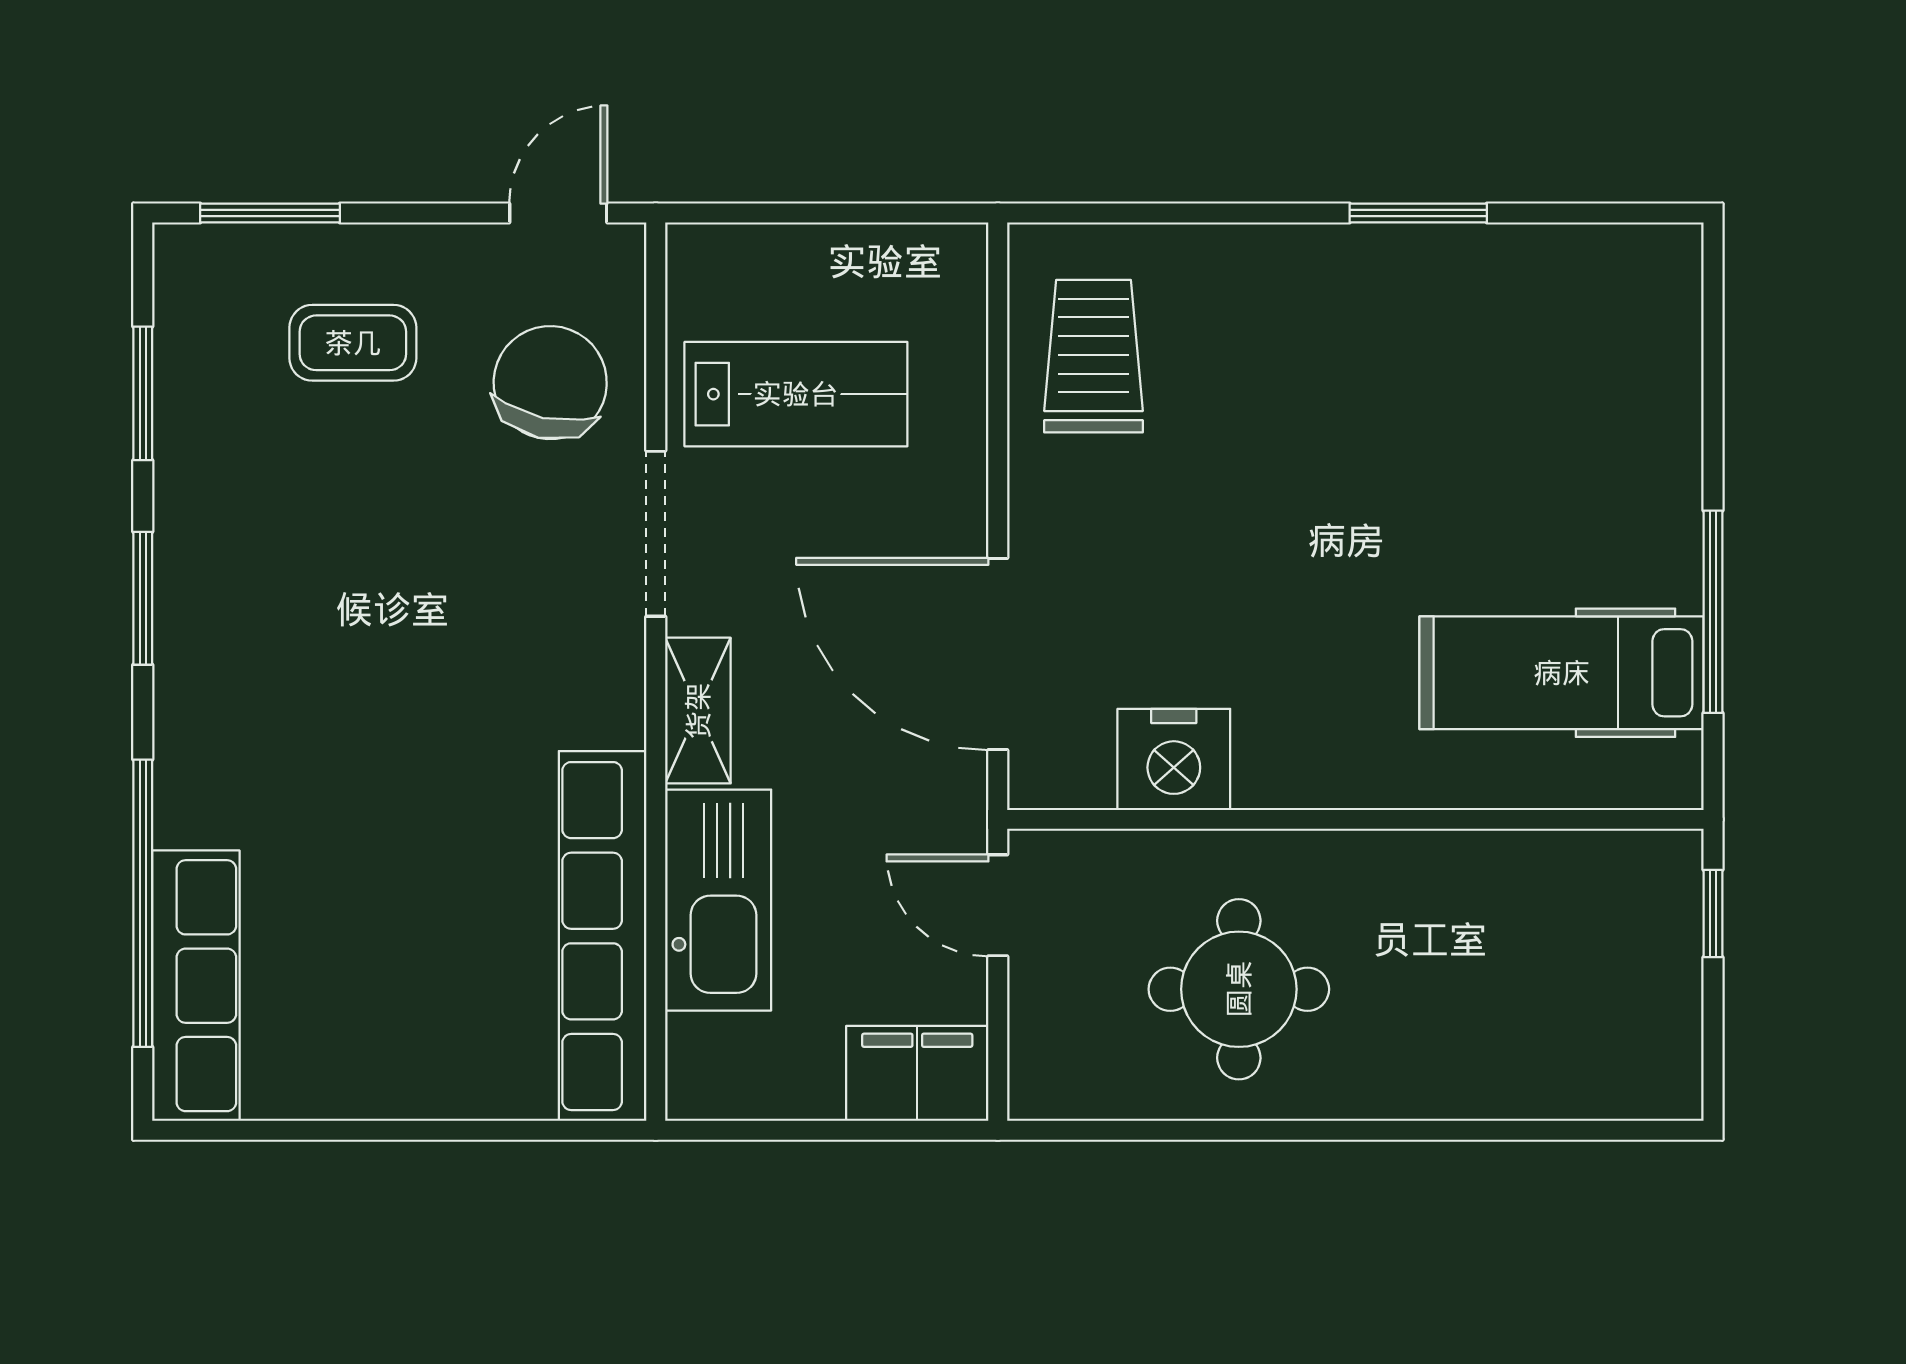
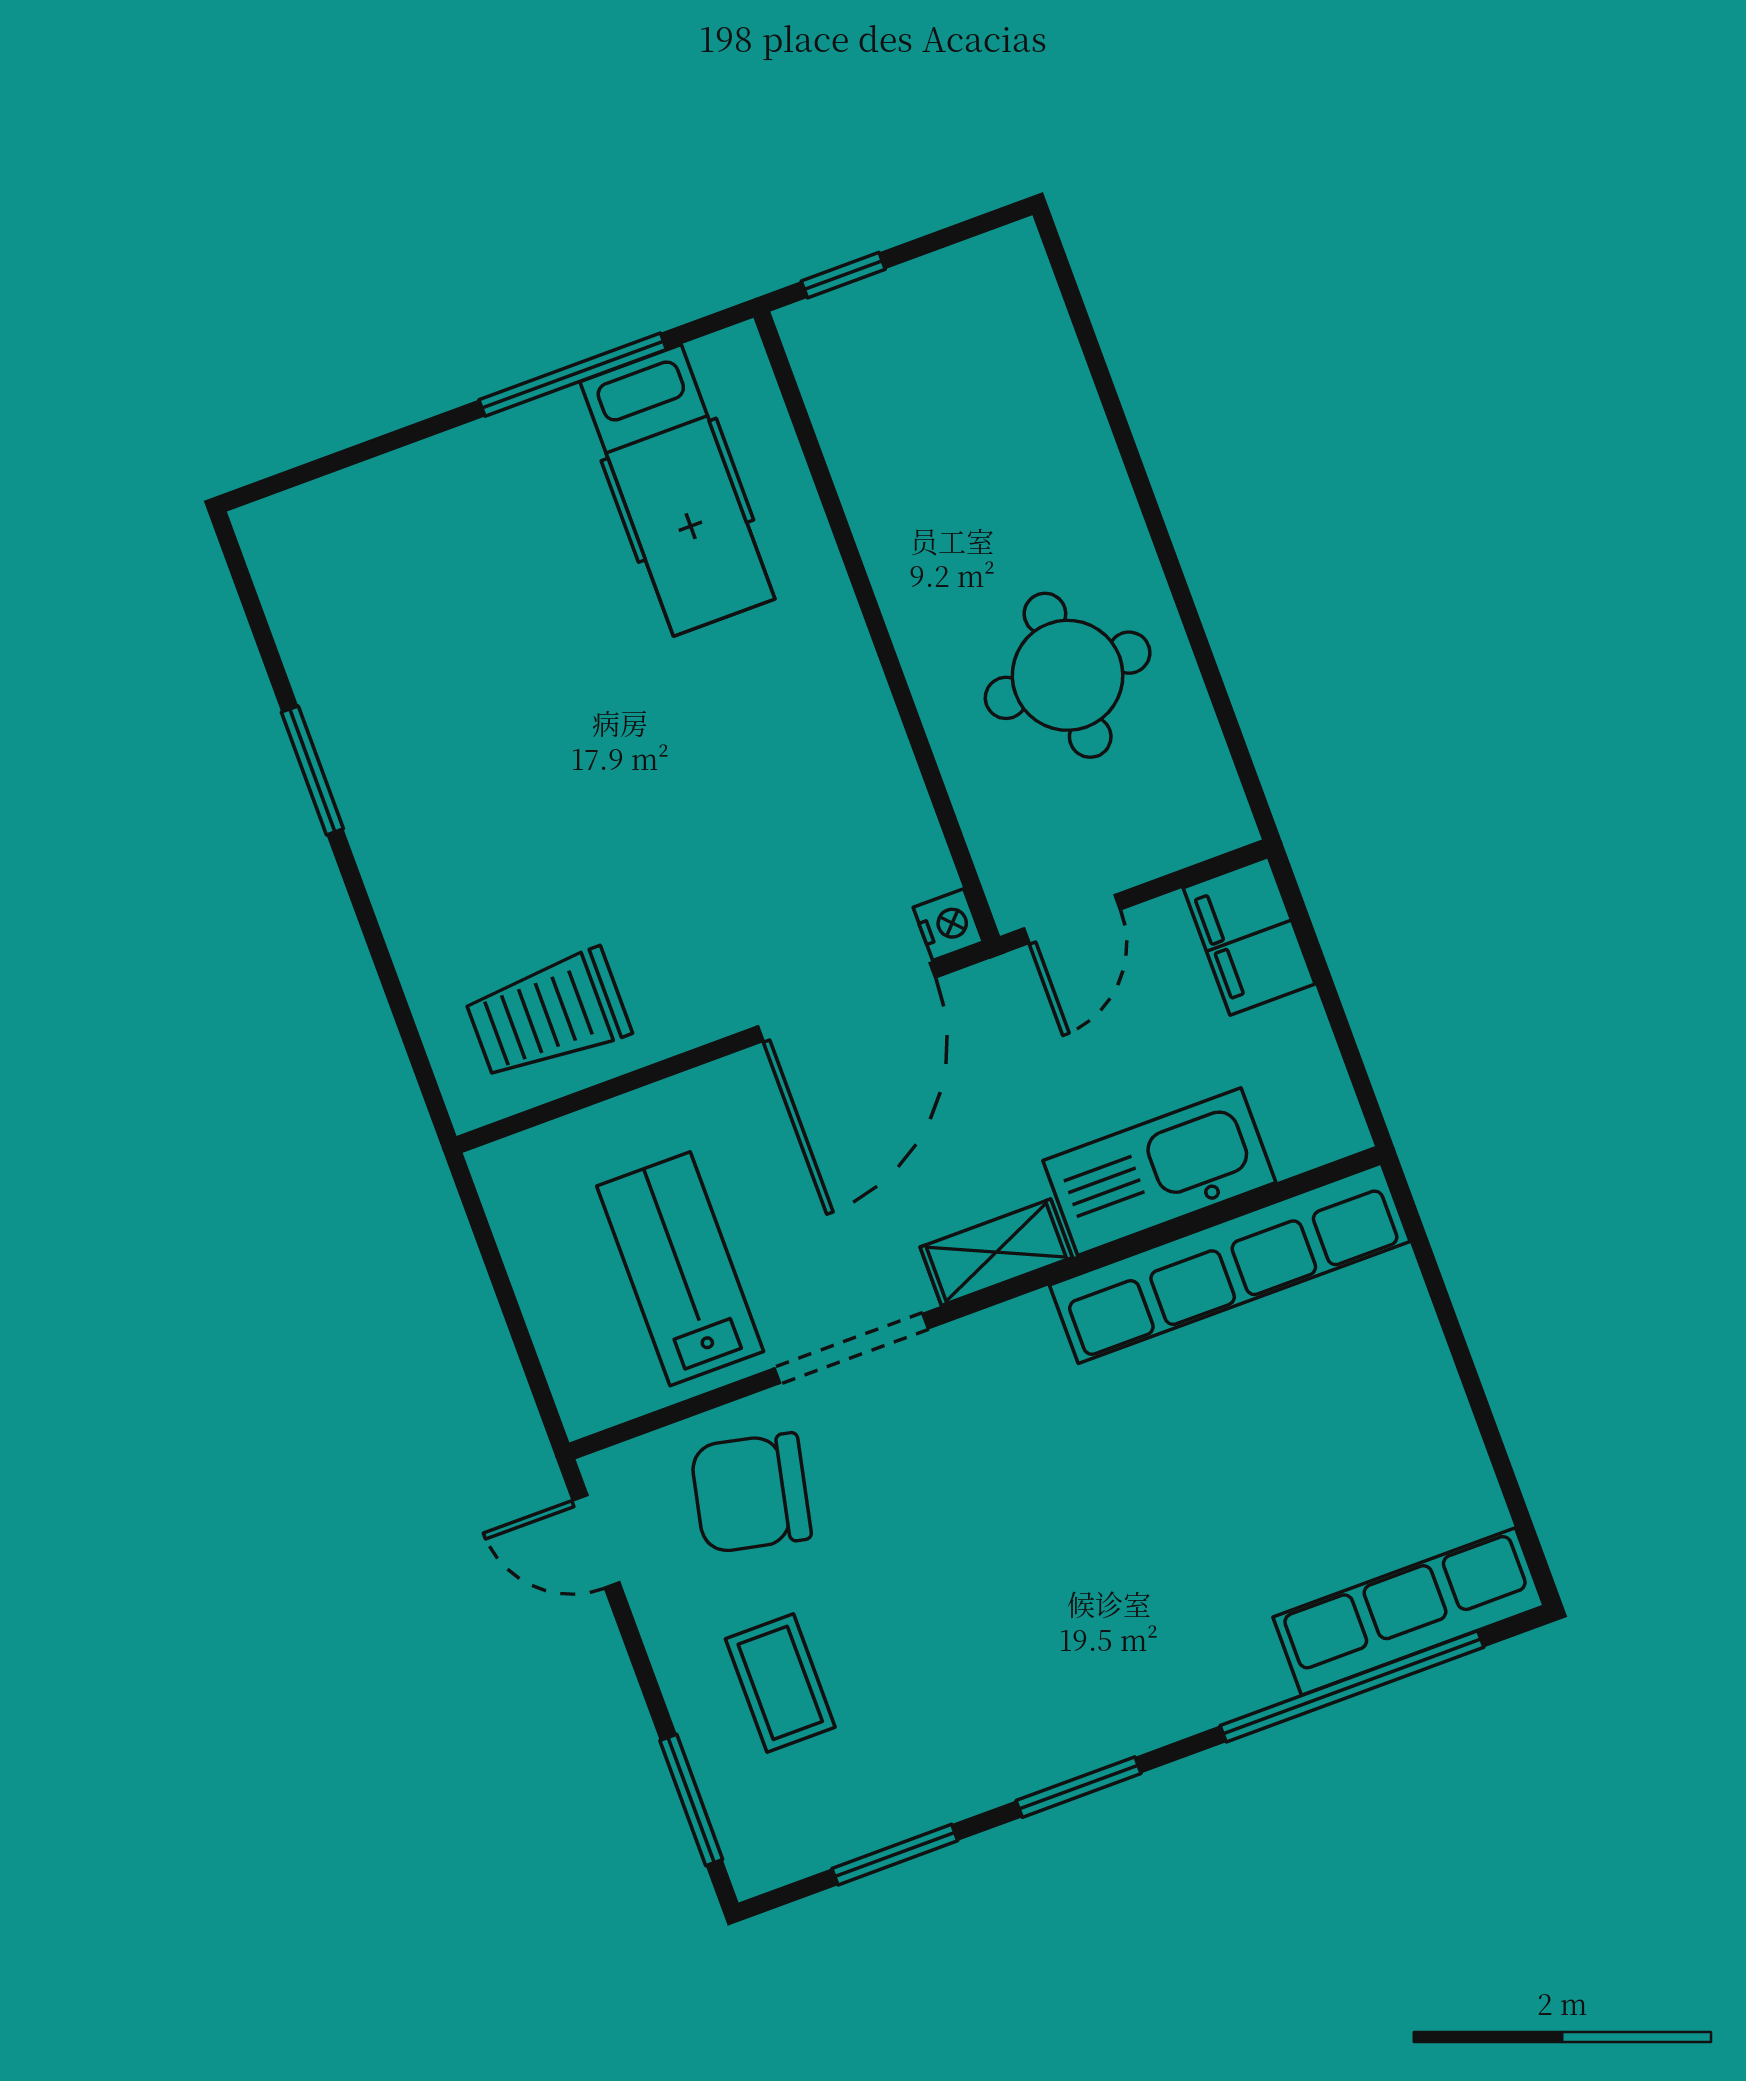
nightstand: (1174, 759) -> (948, 925), moved, width x0.53, depth x0.56

